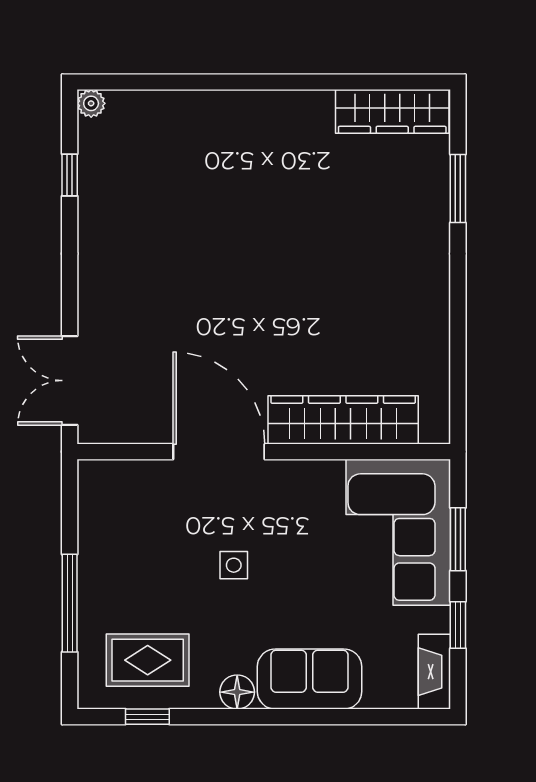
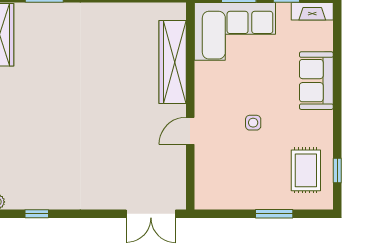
door: (219, 452) -> (190, 131), width x0.53
window: (70, 603) -> (274, 214), width x0.69
floor lamp: (237, 692) -> (324, 121), removed

